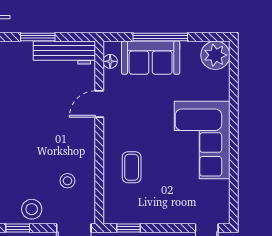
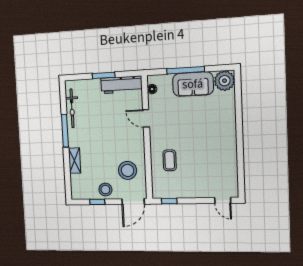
sofa: (151, 58) -> (193, 84), moved
door: (99, 104) -> (146, 118), hinge flipped
corner sofa: (202, 140) -> (217, 140), removed
stool: (67, 181) -> (128, 170), width x1.89, depth x1.89

